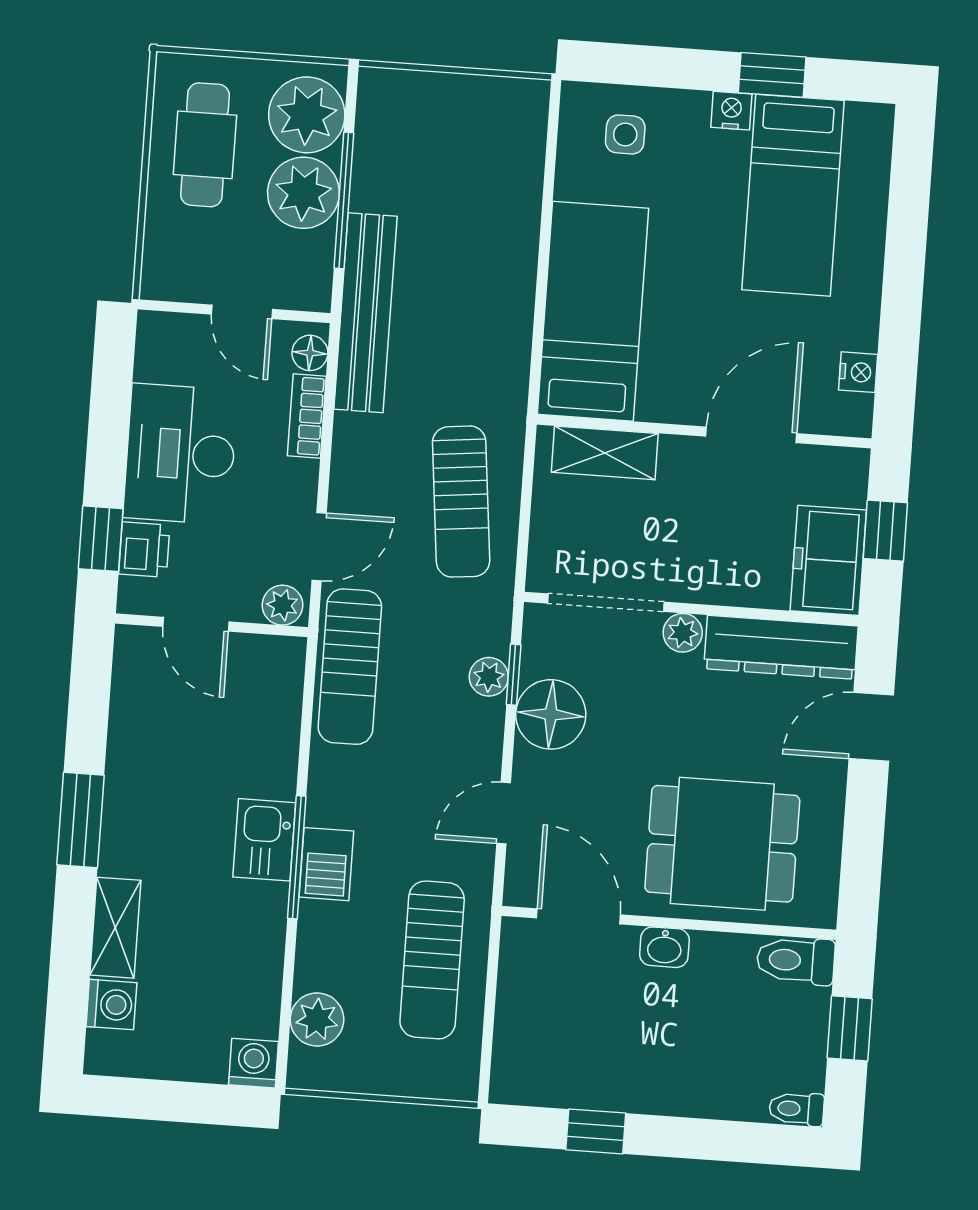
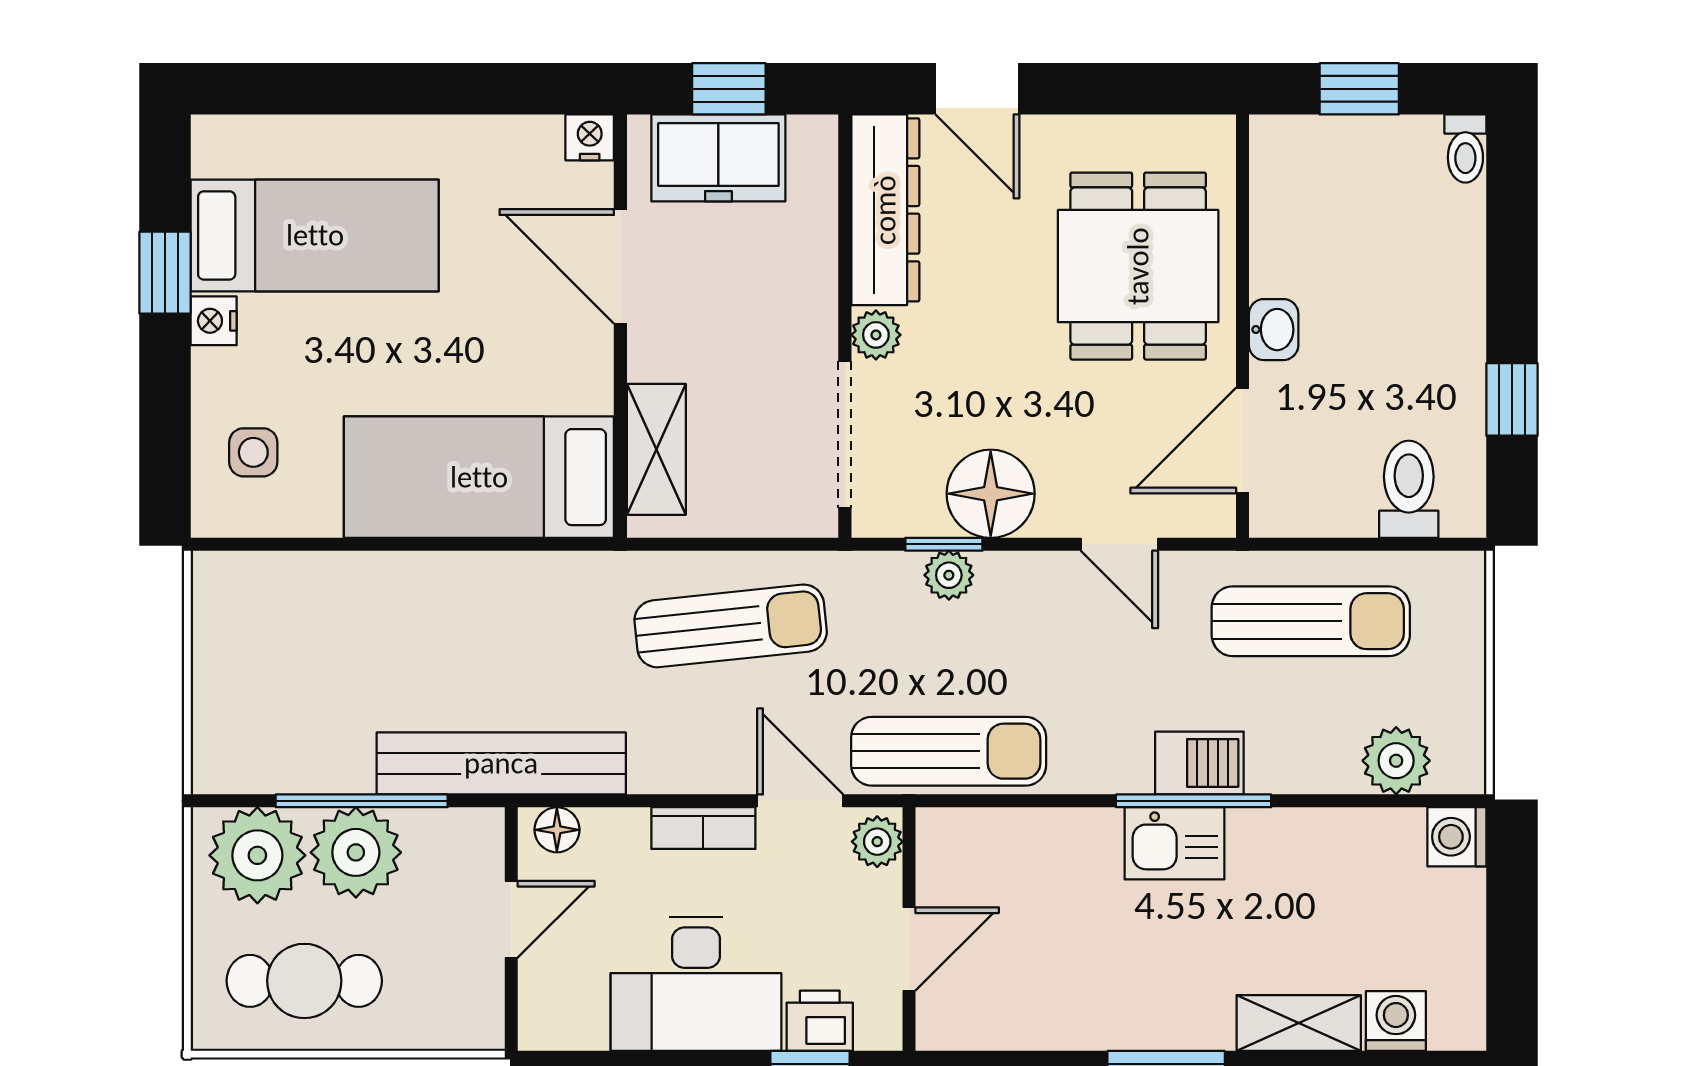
nightstand: (858, 372) -> (590, 137), moved
bookcase: (307, 416) -> (703, 828), moved
freezer: (828, 560) -> (718, 158), moved
toilet: (796, 960) -> (1409, 489), moved, turned 180

